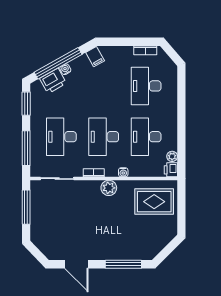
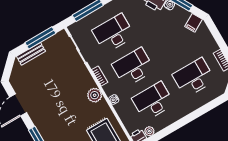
bench: (36, 225) -> (31, 54), added

